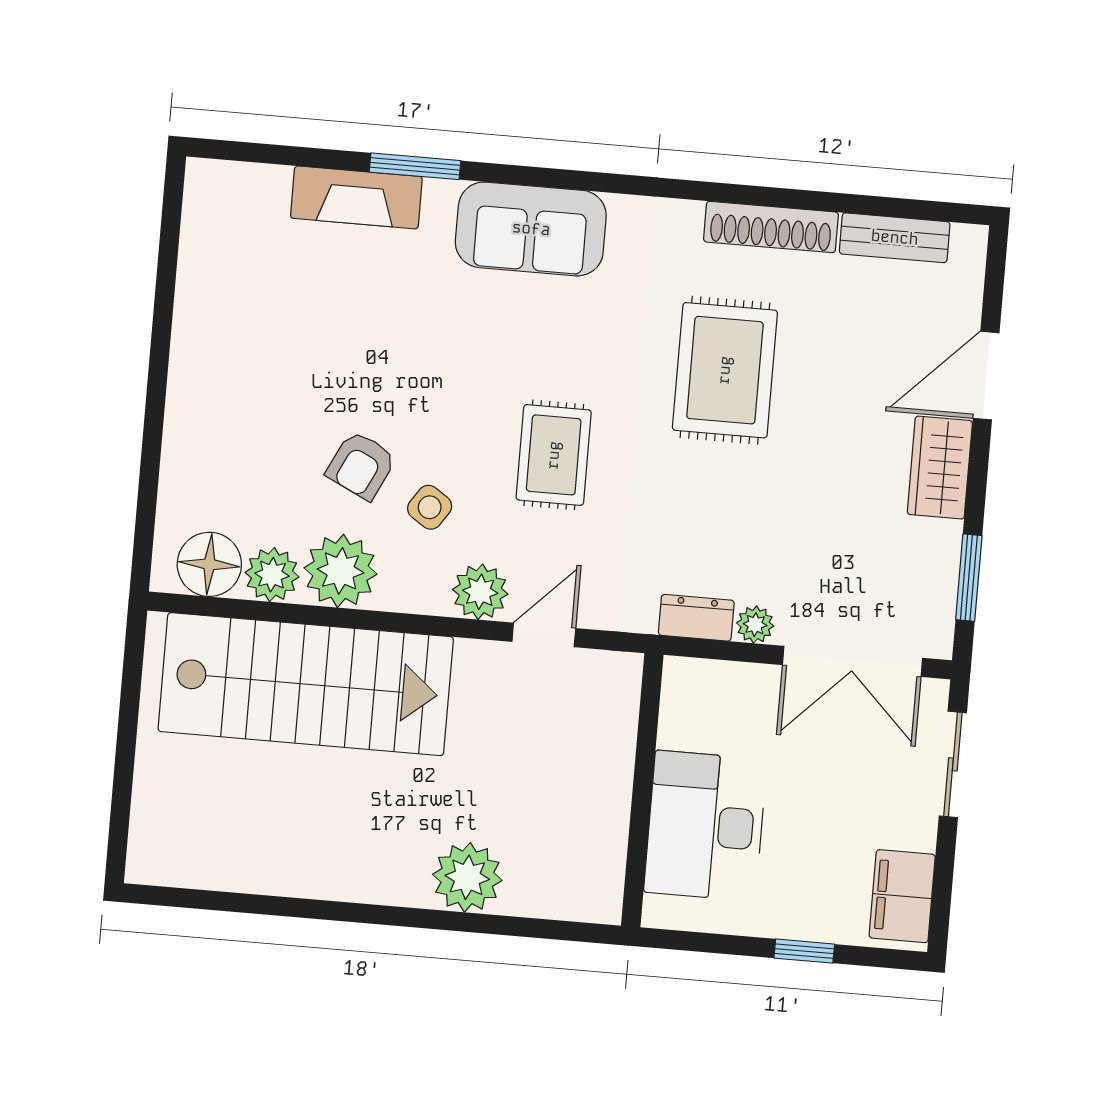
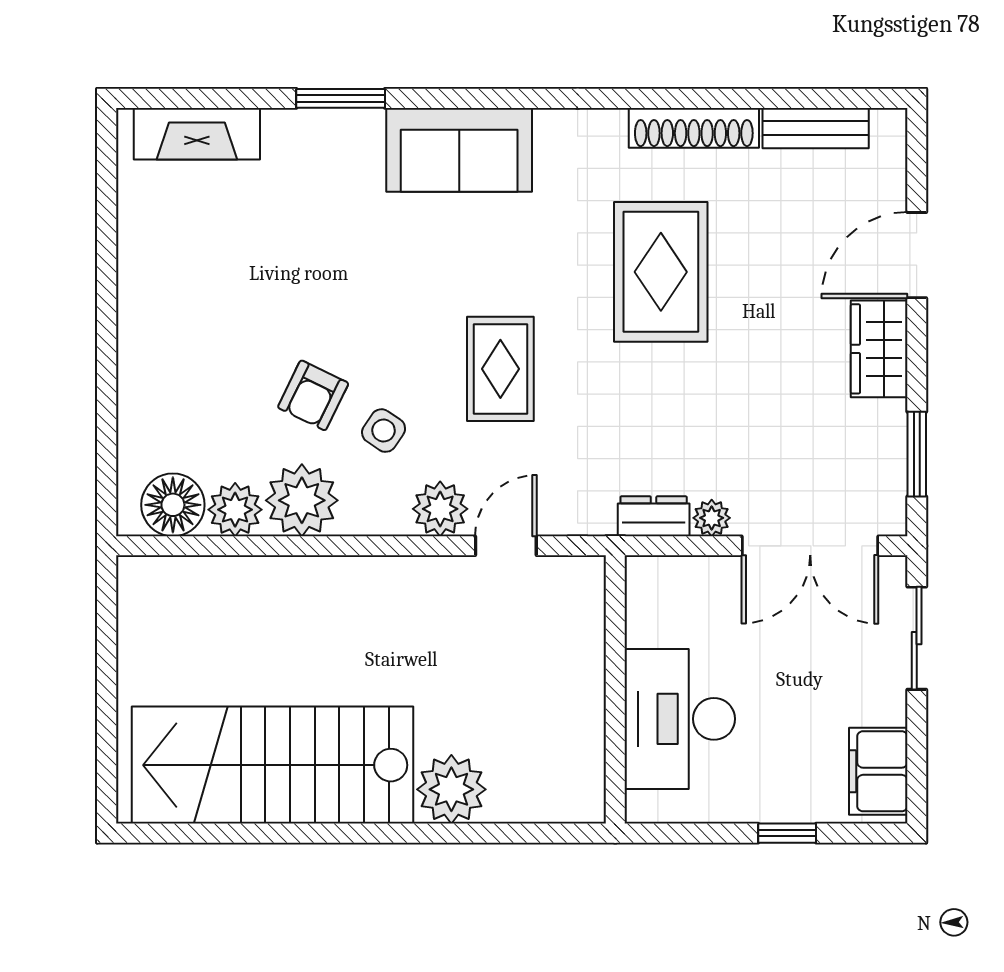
fireplace: (356, 197) -> (197, 134), moved
stairs: (306, 684) -> (273, 765), moved, turned 180

